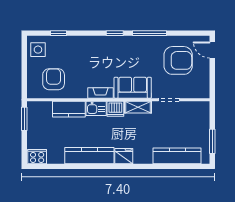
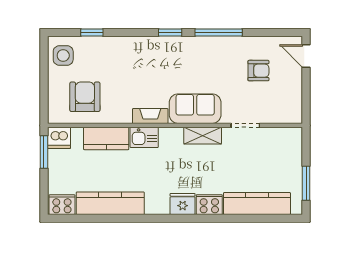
armchair: (178, 60) -> (258, 71), width x0.53, depth x0.53
dishwasher: (115, 109) -> (59, 138), moved
kitchen counter: (89, 156) -> (110, 203), moved
cooker: (143, 157) -> (209, 205), added

